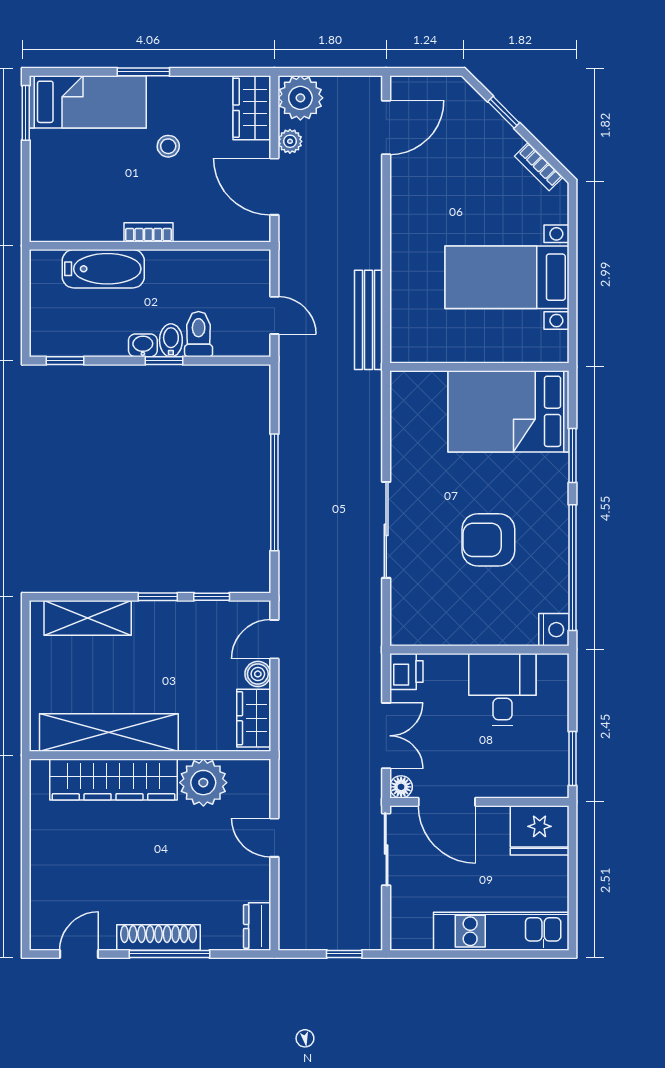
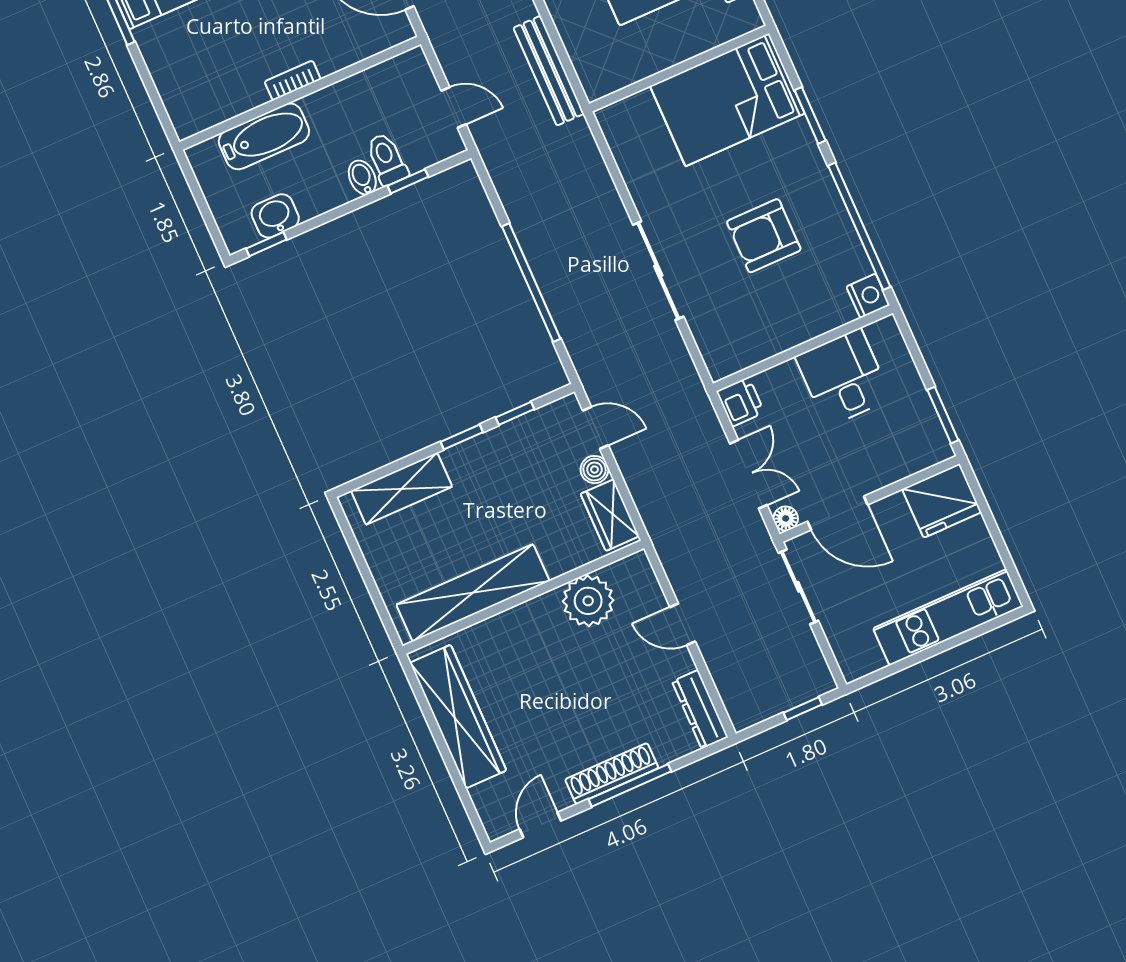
washbasin: (143, 345) -> (275, 216), moved, width x1.38, depth x1.45
window: (164, 361) -> (408, 181), moved
door: (274, 639) -> (596, 428), swing flipped
wardrobe: (113, 780) -> (458, 717), moved, turned -90
dresser: (257, 926) -> (700, 709), width x1.44

